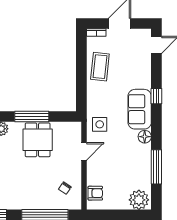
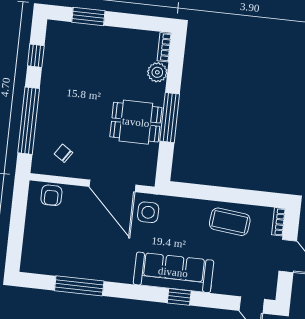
sofa: (140, 109) -> (173, 272), width x1.36
floor lamp: (145, 137) -> (124, 274), removed
door: (84, 151) -> (112, 186), width x1.88
plant: (139, 200) -> (35, 256), removed

